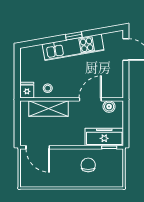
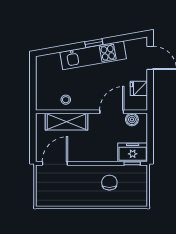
fridge: (27, 90) -> (139, 88), moved, turned -90
freezer: (104, 137) -> (133, 152), width x0.71
door: (38, 147) -> (55, 163), swing flipped

